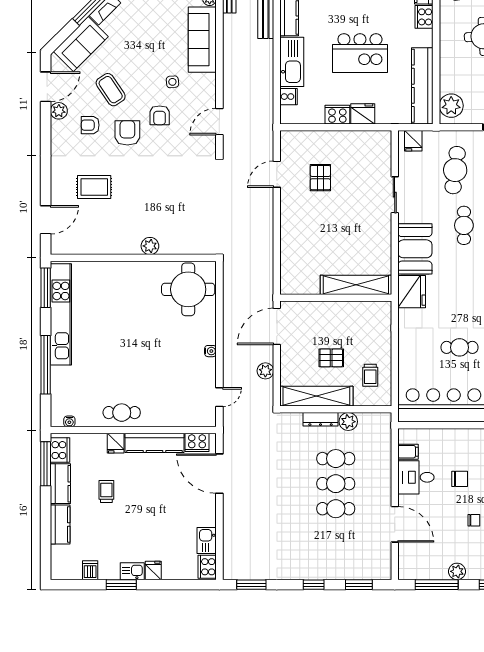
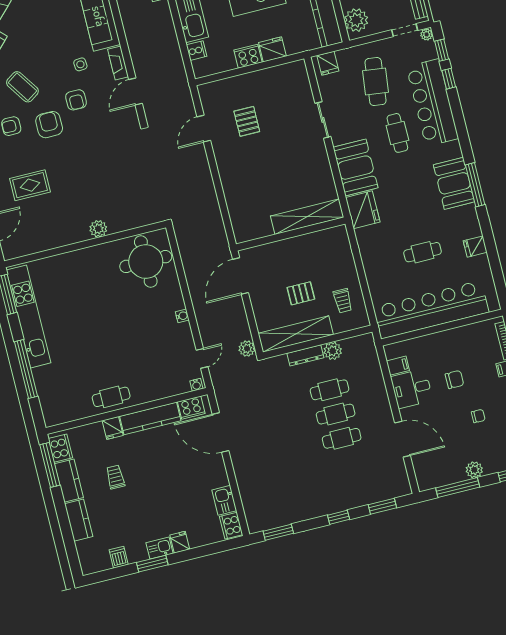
fireplace: (209, 90) -> (118, 63), added
plant: (265, 371) -> (247, 349), moved
water cooler: (69, 421) -> (196, 385), moved

